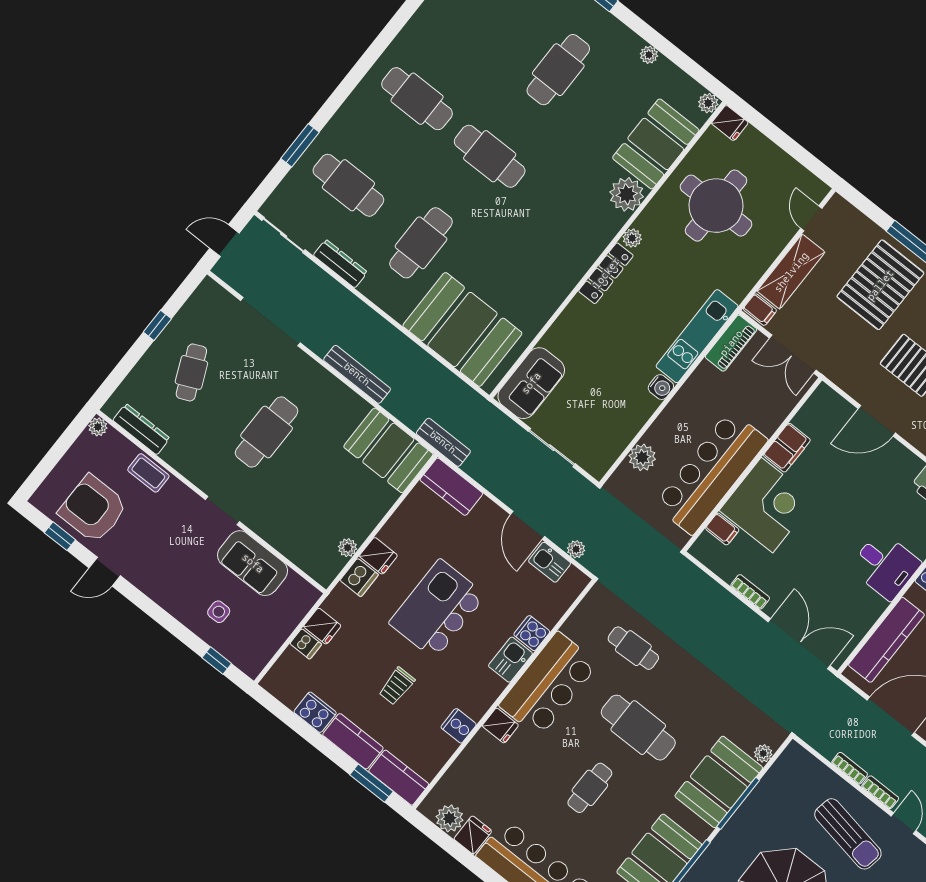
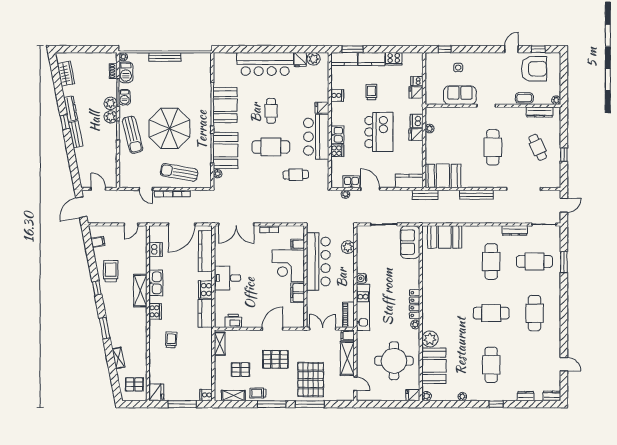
cafe table: (417, 99) -> (535, 313), turned 90
booth: (462, 329) -> (445, 237), width x0.73, depth x0.70
sun lounger: (848, 834) -> (179, 172), moved

